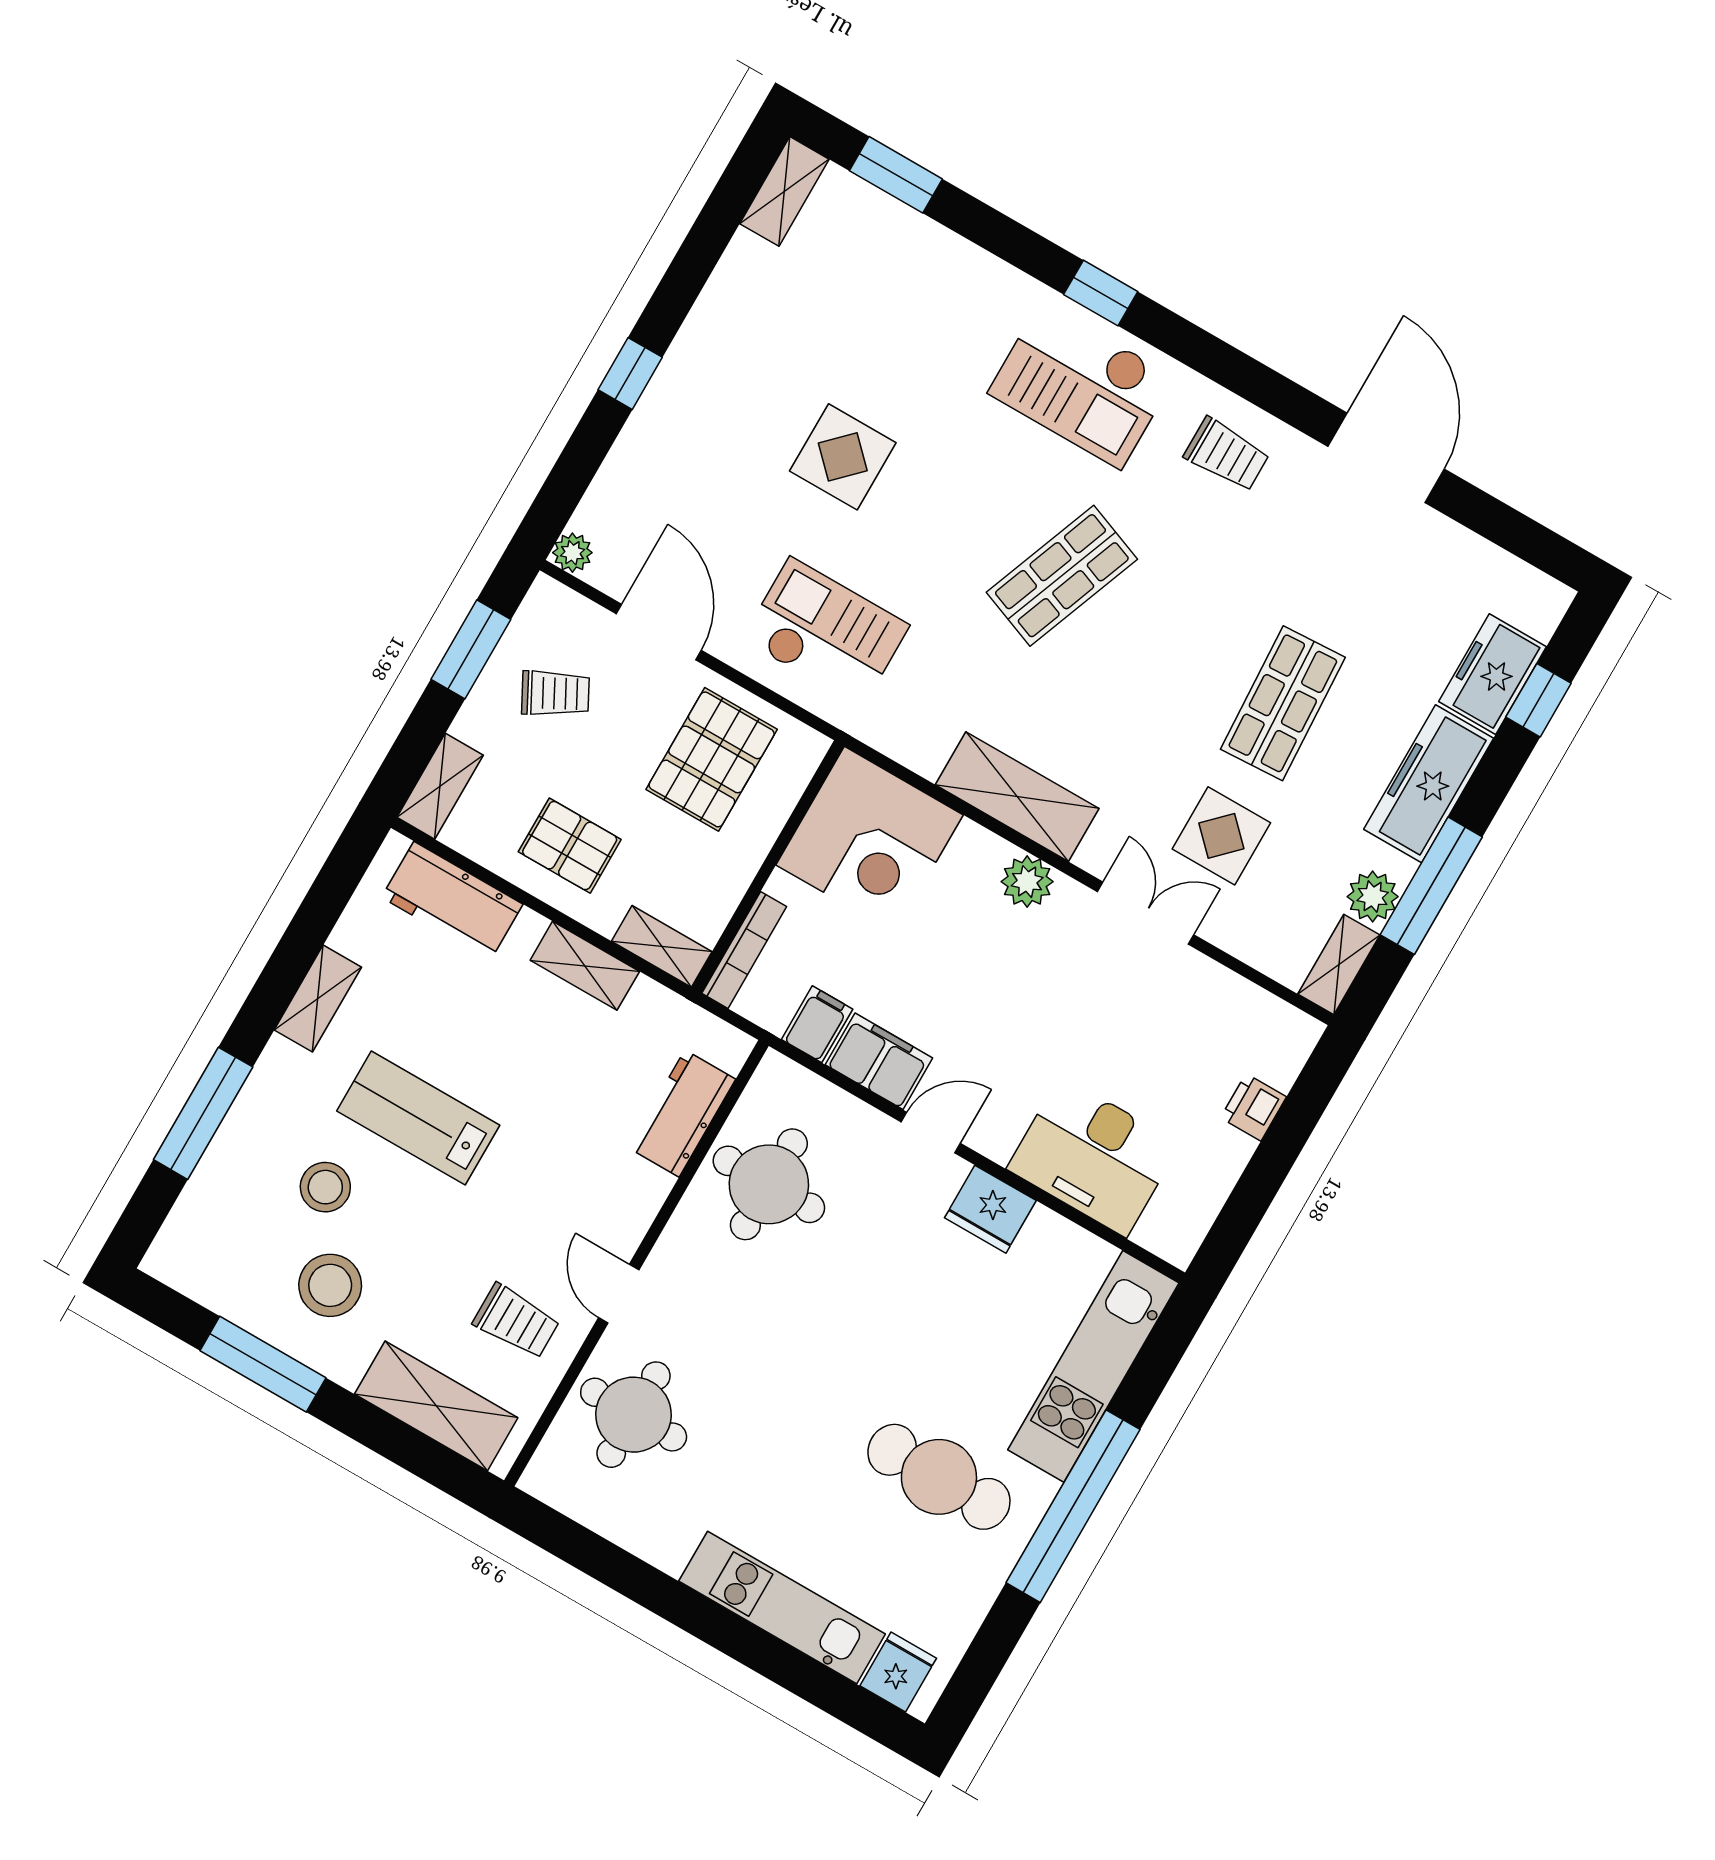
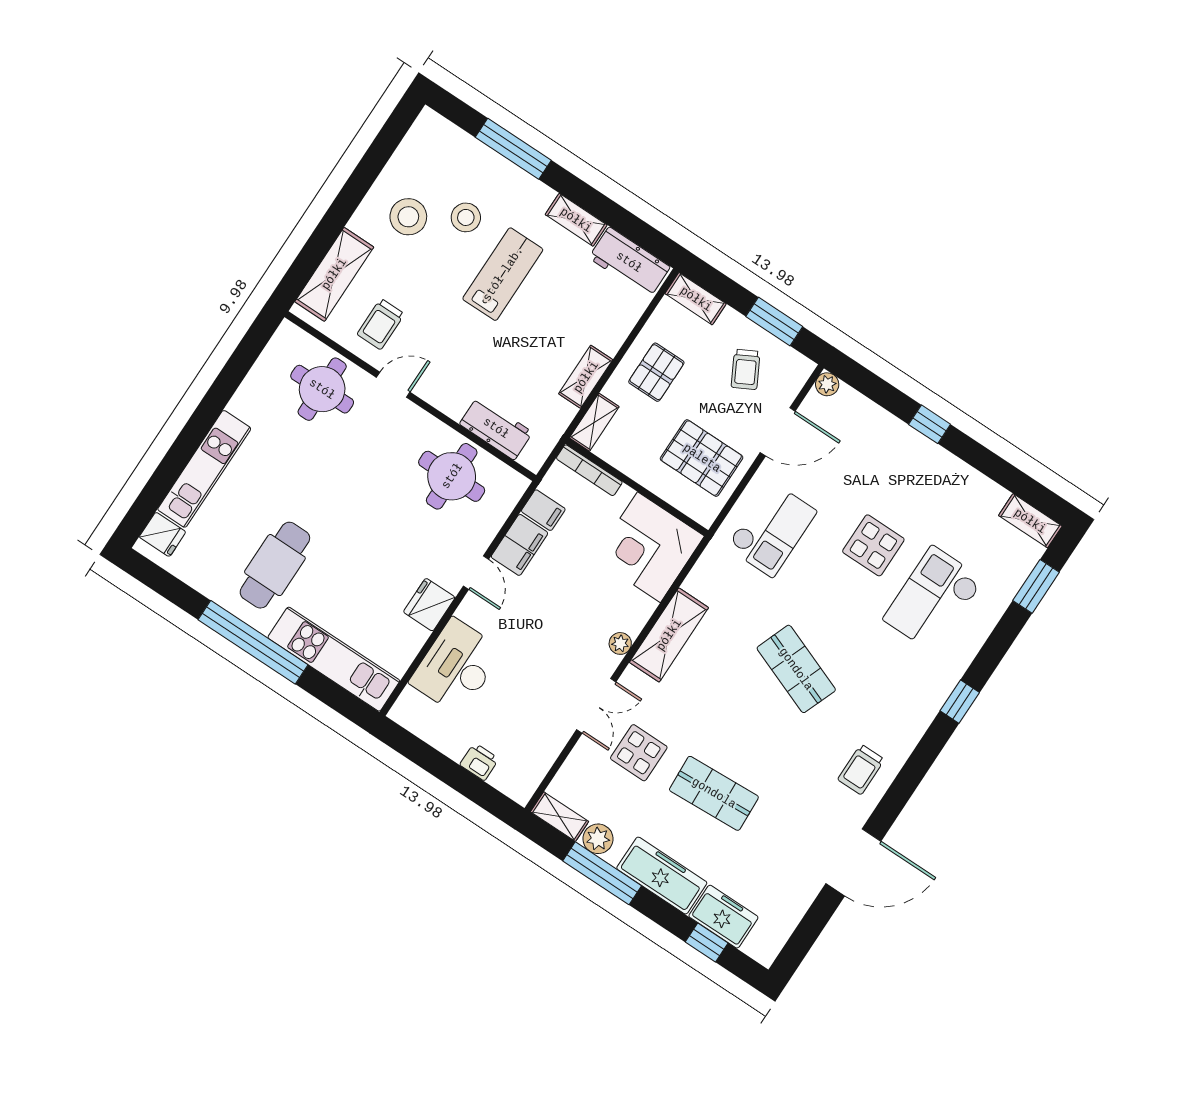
checkout: (1081, 385) -> (933, 599), moved
plant: (1027, 882) -> (620, 643), width x0.73, depth x0.73
workbench: (452, 901) -> (629, 262), moved, turned -90
window: (263, 1364) -> (365, 175), removed

